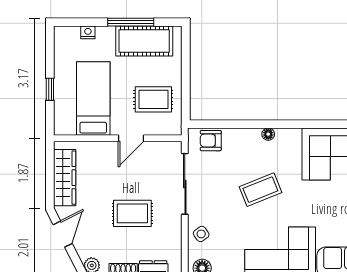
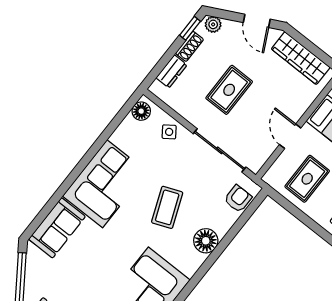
floor lamp: (268, 134) -> (206, 241), width x1.89, depth x1.89

